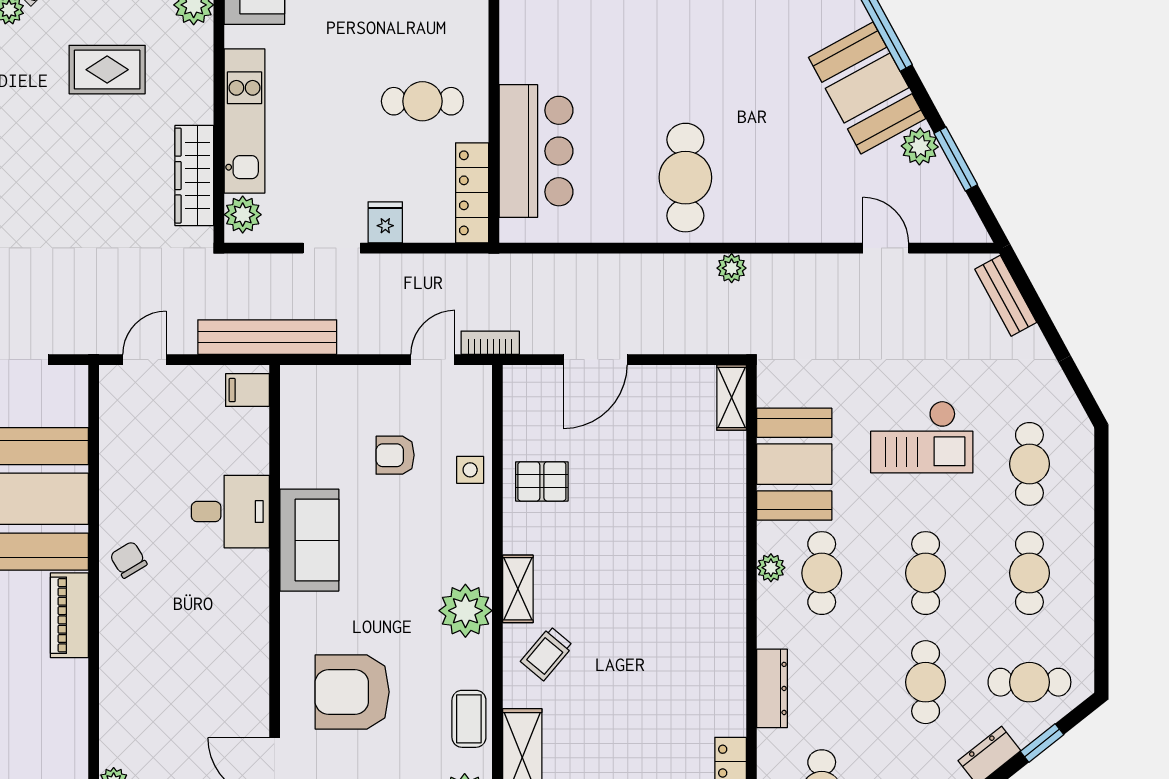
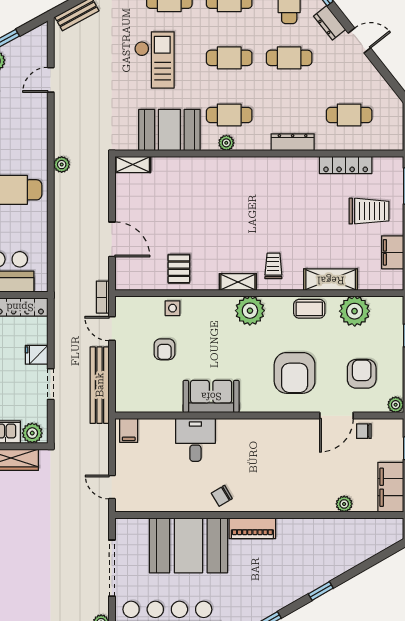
bench: (267, 337) -> (100, 385), moved
trolley: (547, 654) -> (273, 266), turned -130

